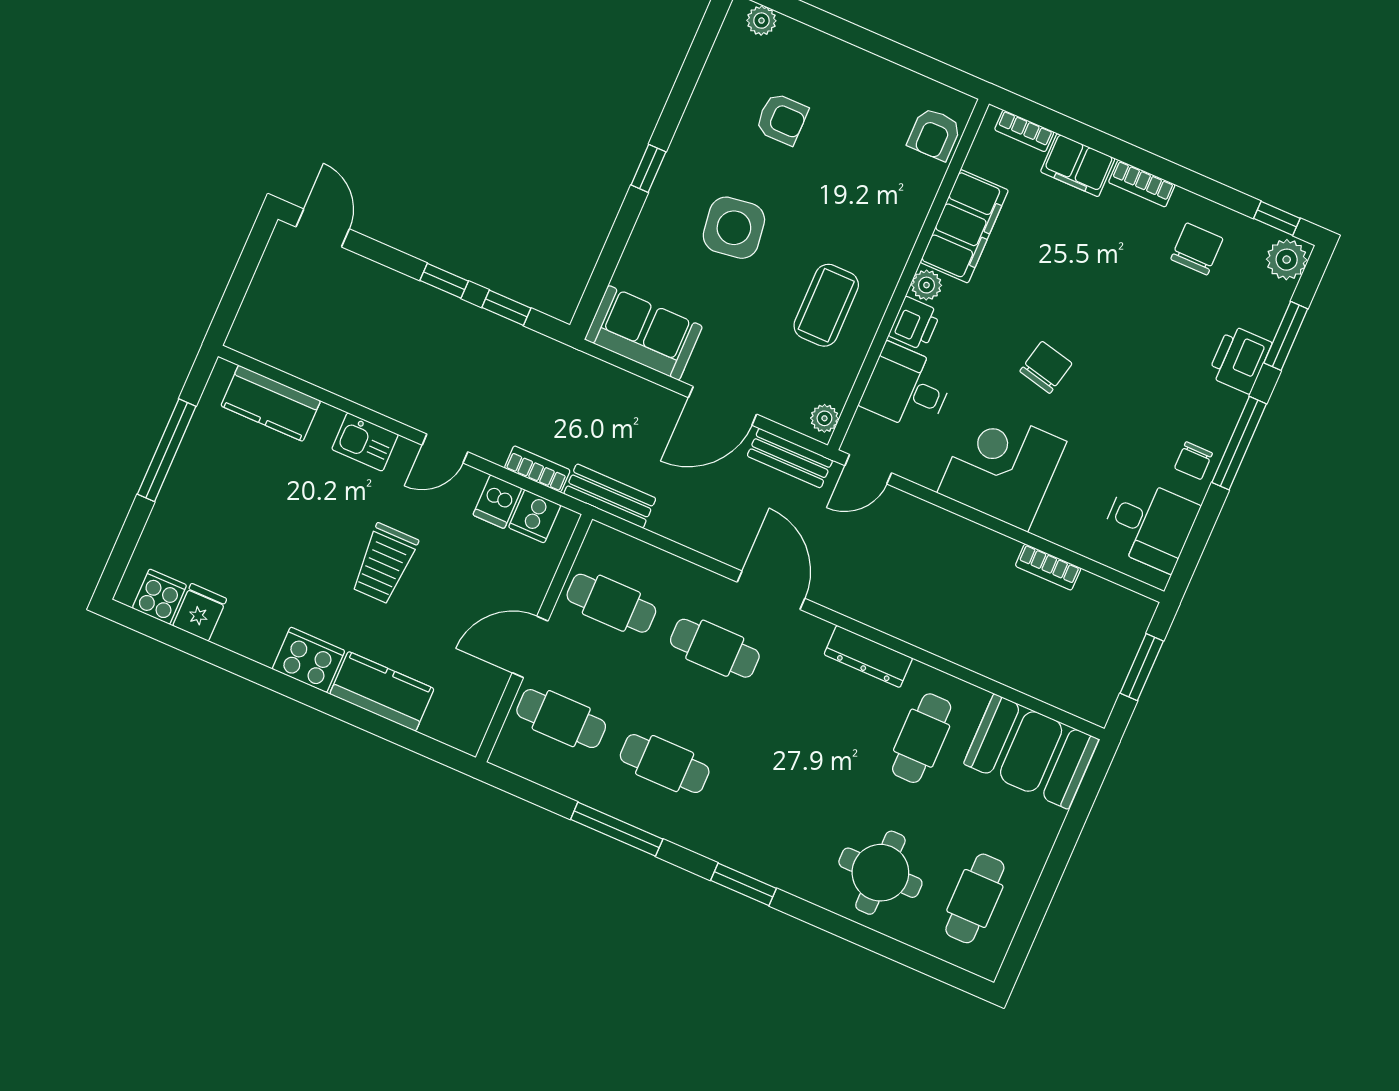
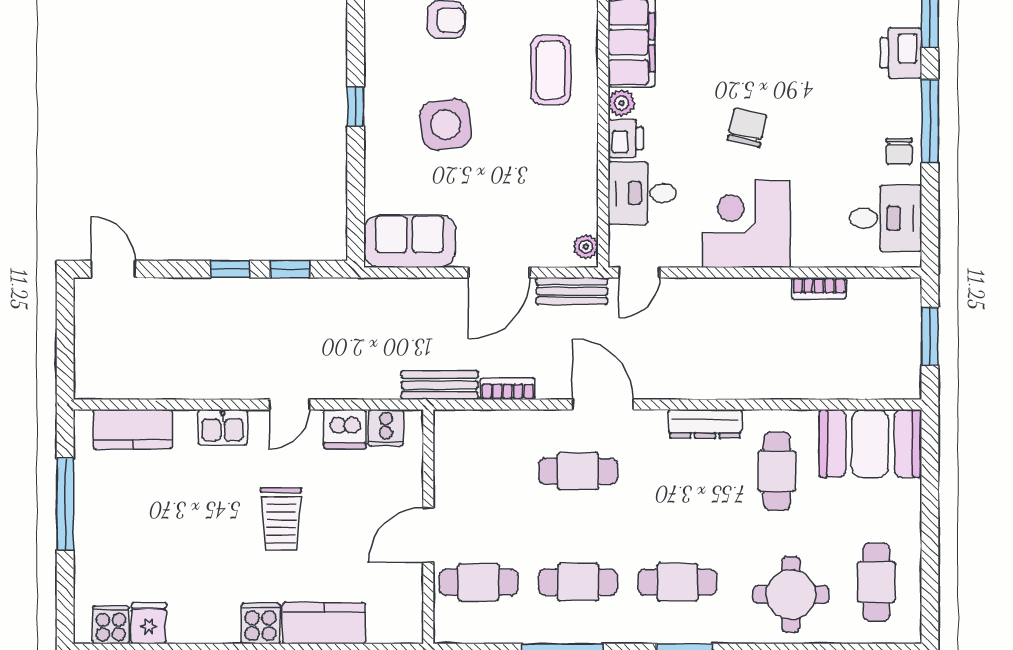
coffee table: (826, 305) -> (551, 70), moved
bookcase: (537, 469) -> (508, 389), moved
dishwasher: (497, 502) -> (345, 429), width x1.38
cafe table: (611, 603) -> (677, 582), moved
cooker: (309, 660) -> (261, 623), width x0.73

